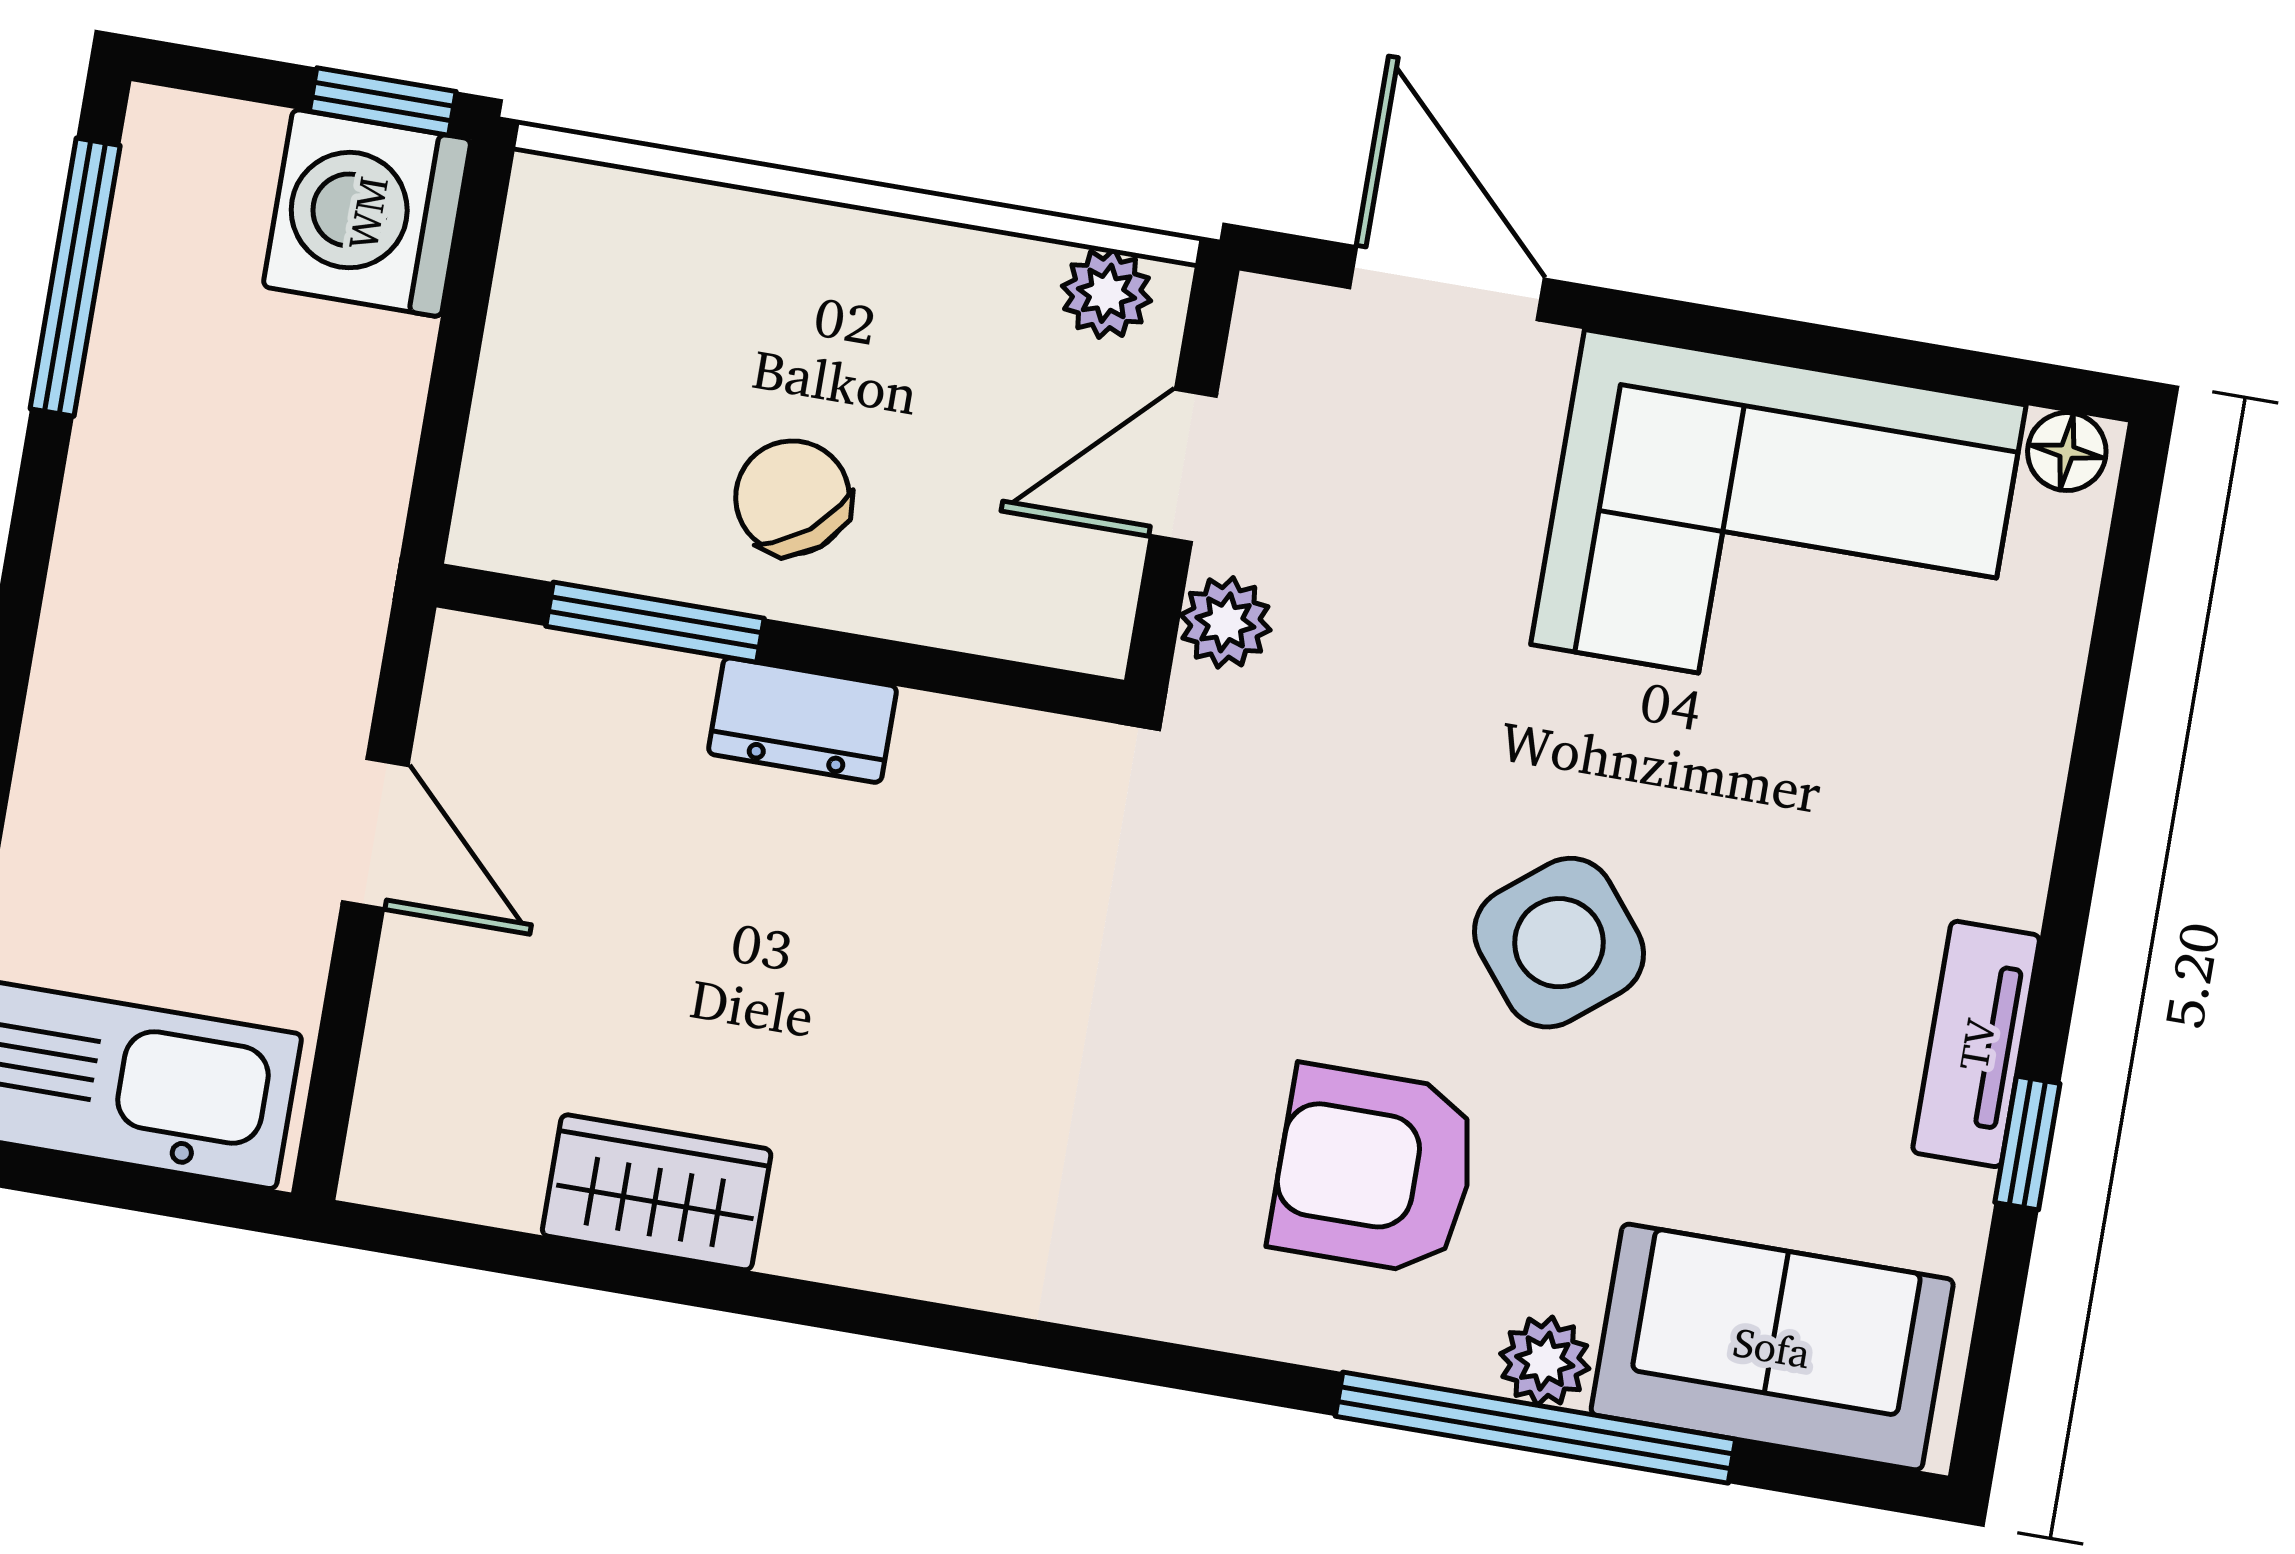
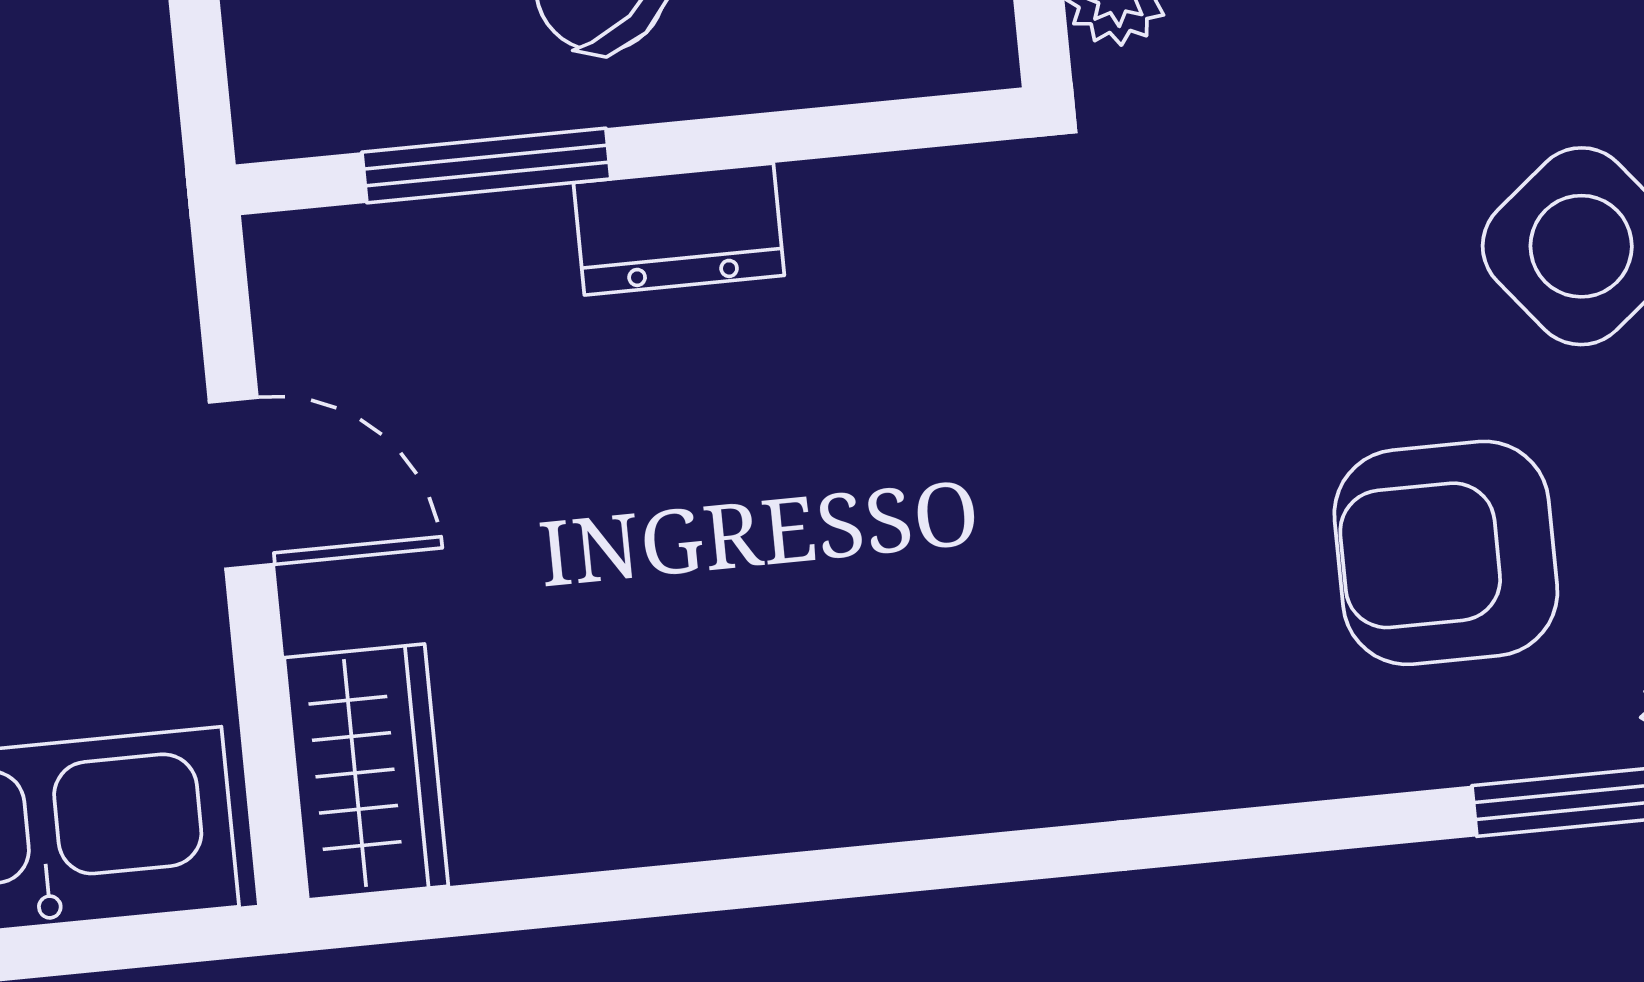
wardrobe: (657, 1192) -> (366, 772), moved, turned 90

